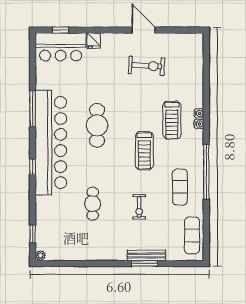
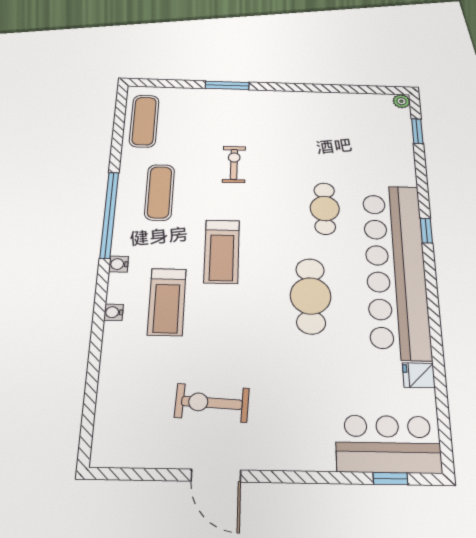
fridge: (94, 41) -> (419, 375), moved, turned -90
window: (33, 109) -> (435, 327), removed
treadmill: (172, 120) -> (167, 302), turned 180
water cooler: (199, 124) -> (119, 264), moved
treadmill: (144, 151) -> (222, 251), turned 180
cafe table: (93, 204) -> (325, 208), moved
bench: (146, 255) -> (224, 96), removed

